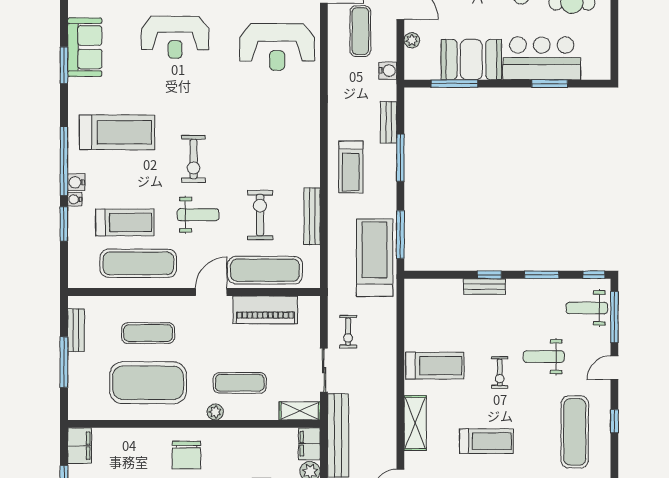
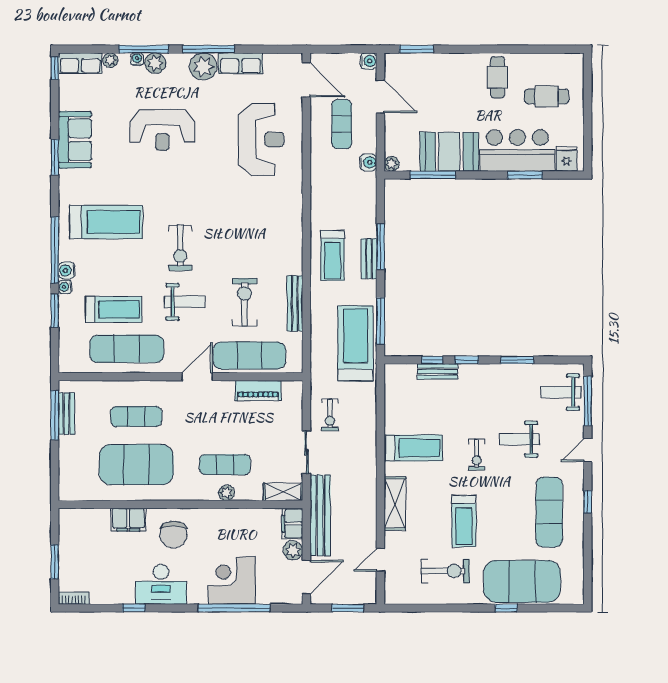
plant: (412, 40) -> (392, 164), moved
reception desk: (277, 47) -> (261, 139), turned -90
fridge: (593, 67) -> (567, 159), added
bench: (389, 122) -> (369, 259), moved
window: (594, 275) -> (432, 360), moved
bench: (484, 287) -> (438, 371), moved
piano: (265, 310) -> (258, 391), width x0.73, depth x0.75
window: (64, 362) -> (55, 415), moved
plant: (215, 412) -> (226, 493), moved
treadmill: (486, 441) -> (464, 521), turned 90
filing cabinet: (80, 446) -> (128, 520), moved, turned 90

